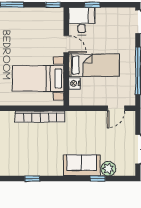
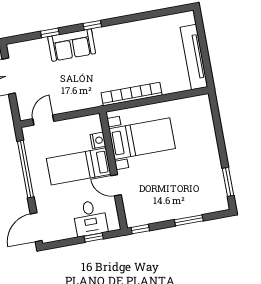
desk: (82, 21) -> (90, 218), moved
plant: (108, 169) -> (39, 47), removed
window: (32, 179) -> (92, 25), moved

